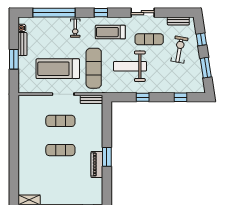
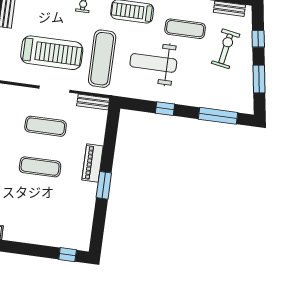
treadmill: (58, 69) -> (52, 53), turned 180
window: (181, 97) -> (218, 116), width x2.17
piano: (97, 164) -> (93, 163), moved

